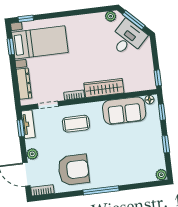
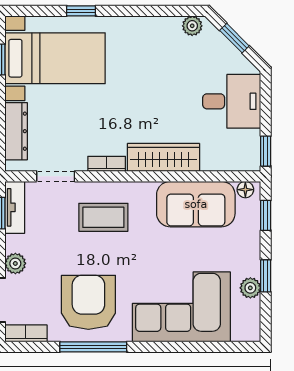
window: (26, 19) -> (81, 11), moved
window: (134, 20) -> (234, 38), width x0.67
desk: (128, 38) -> (232, 101), moved, turned 45
corner sofa: (123, 166) -> (181, 307), added
armchair: (74, 170) -> (88, 302), turned -90
plant: (161, 175) -> (250, 288), moved
window: (101, 190) -> (93, 347), moved

